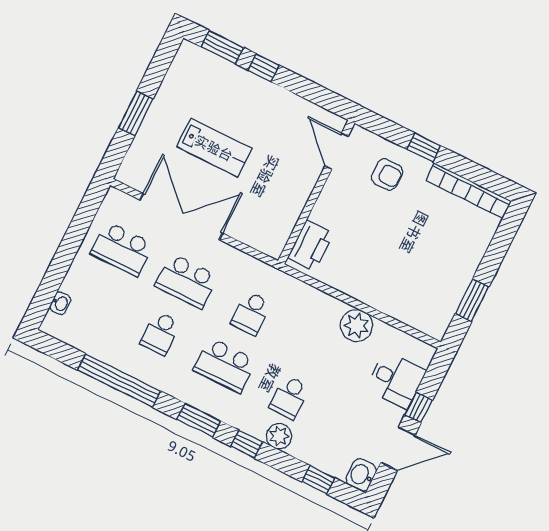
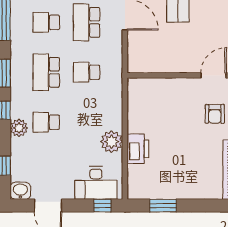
printer: (310, 245) -> (138, 149), moved, turned -90
desk: (396, 380) -> (96, 183), width x1.37
window: (419, 408) -> (102, 206), moved

